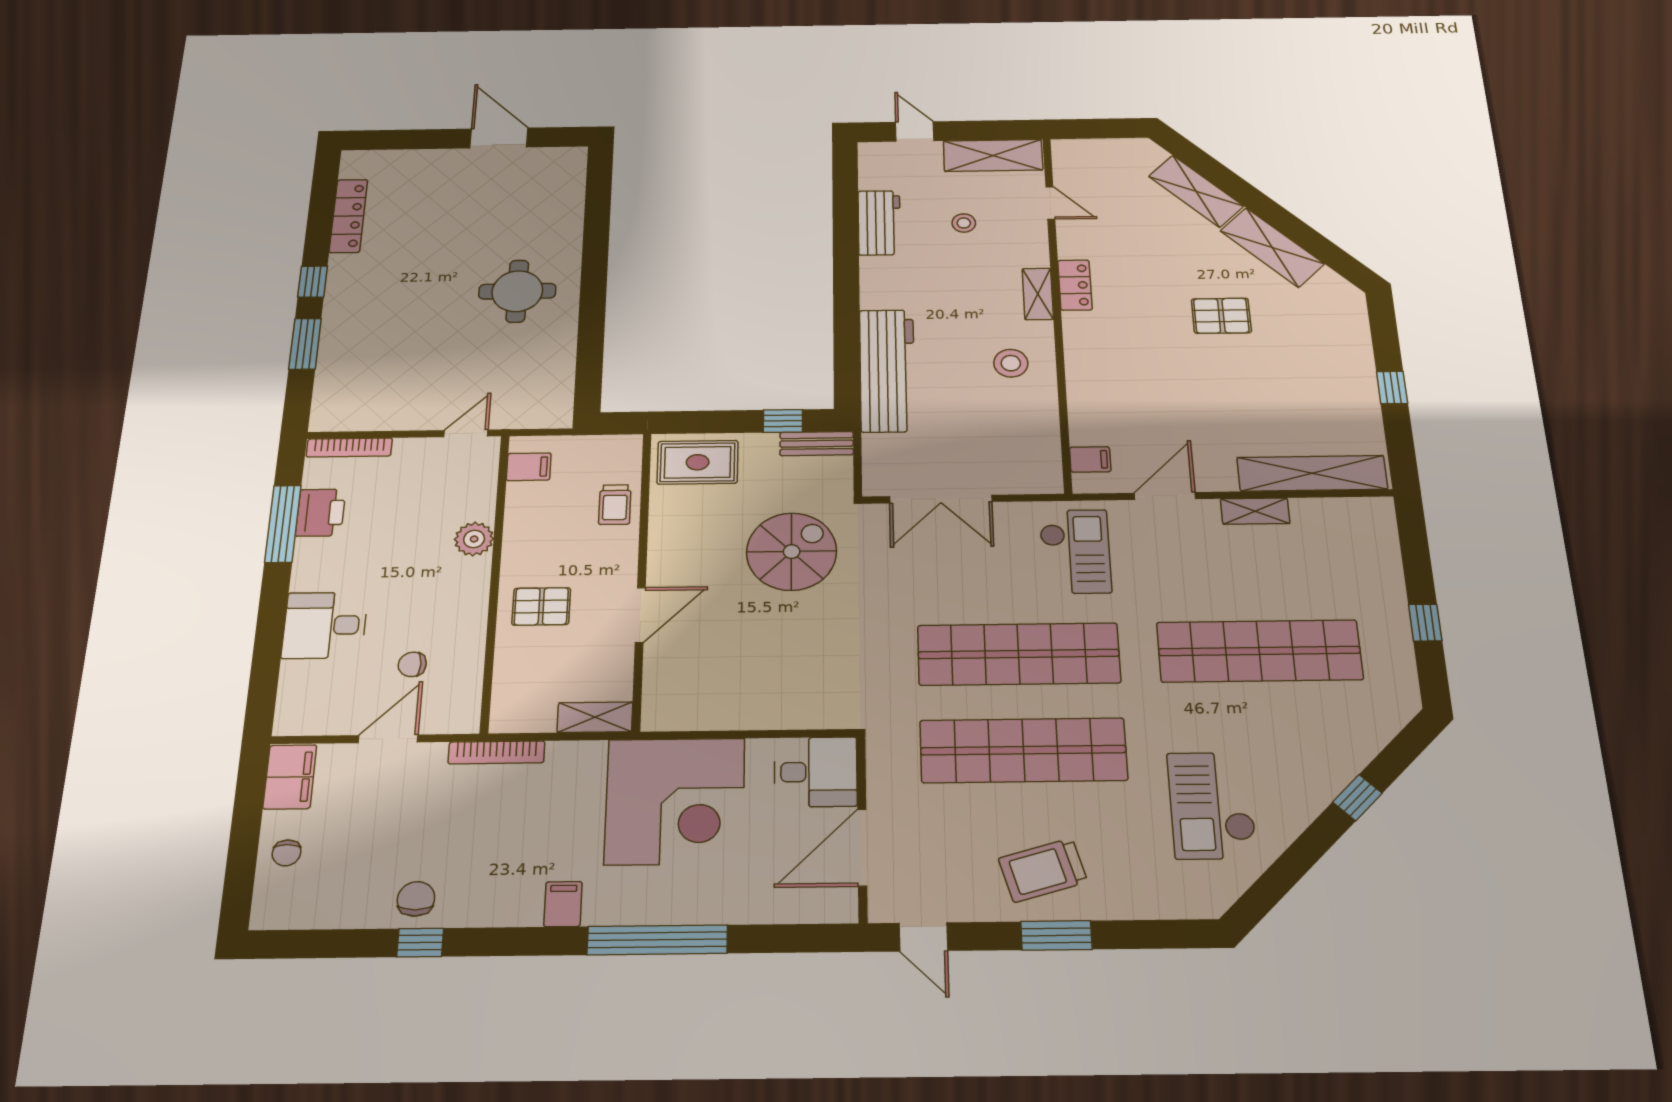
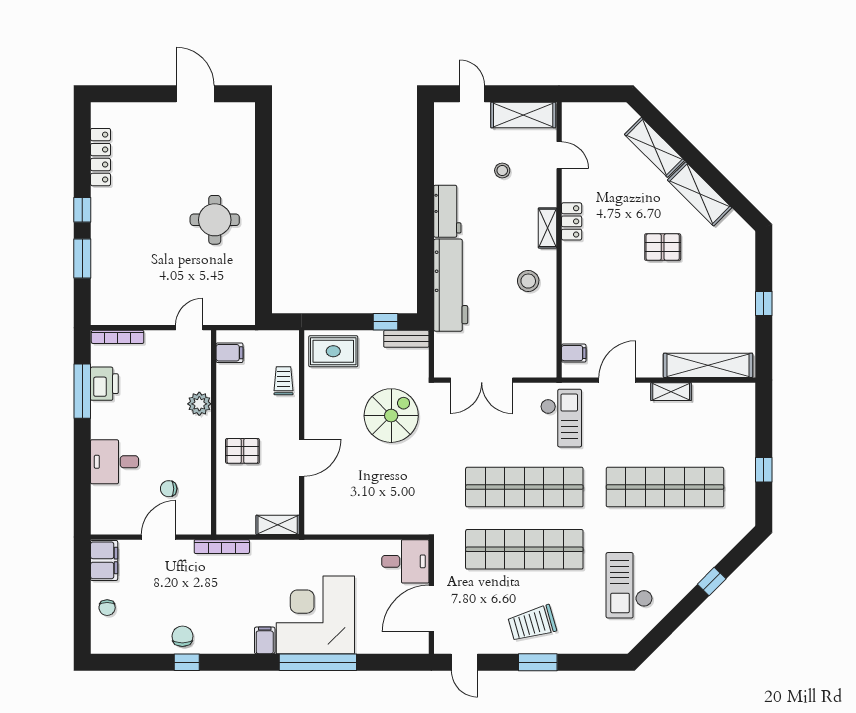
workbench: (879, 223) -> (447, 211), moved
trolley: (615, 505) -> (284, 381), turned 180
corner desk: (675, 801) -> (315, 615), moved, turned 180

